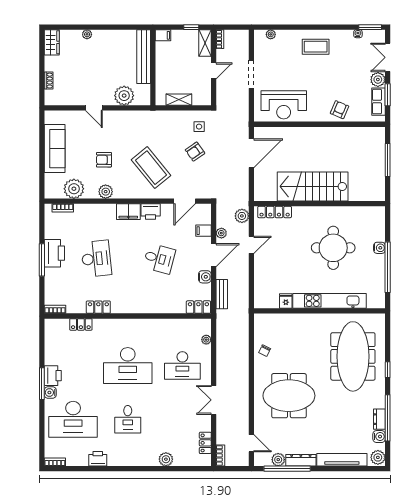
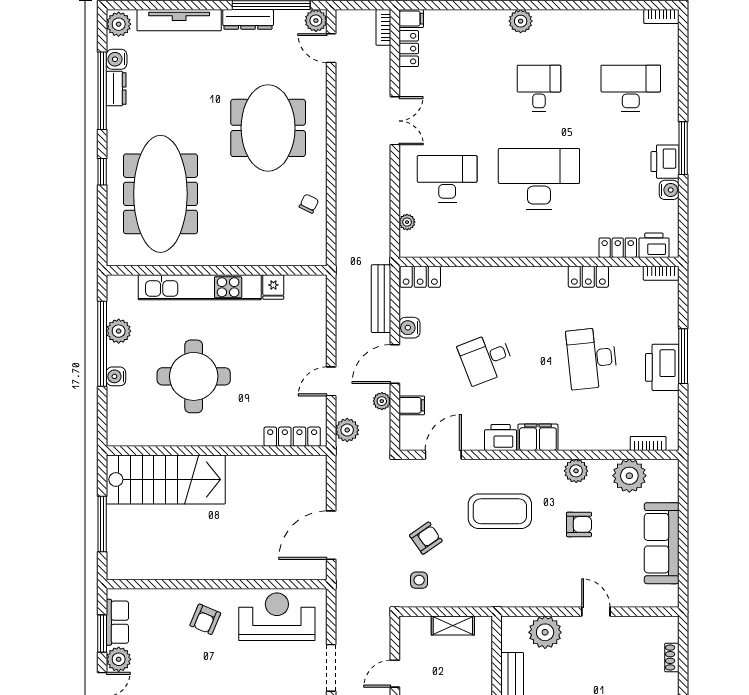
armchair: (339, 110) -> (205, 619), moved
coffee table: (151, 168) -> (500, 511), turned -51
stairs: (313, 186) -> (166, 479), moved
desk: (159, 259) -> (486, 358), turned -36
plant: (378, 275) -> (119, 331), added
bench: (222, 294) -> (381, 299), width x1.36
water cooler: (50, 393) -> (669, 190), moved
meeting table: (289, 396) -> (268, 128), turned 90
desk: (73, 419) -> (631, 88), width x0.73, depth x0.77
printer: (98, 459) -> (654, 245), moved, turned 180
plant: (166, 459) -> (521, 21), moved
plant: (278, 460) -> (316, 21), moved
filing cabinet: (204, 461) -> (411, 19), added

